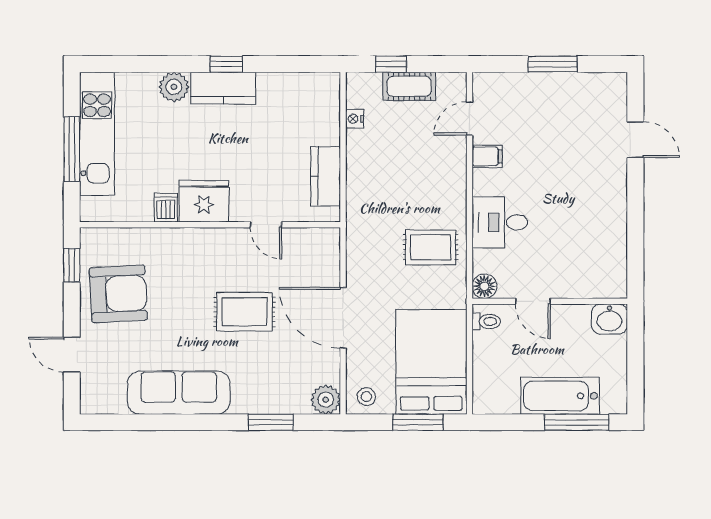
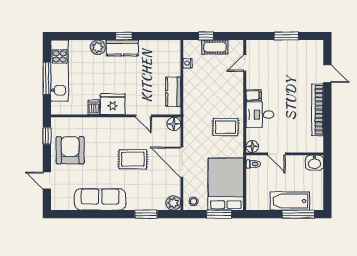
filing cabinet: (487, 156) -> (254, 95), moved
bookcase: (616, 212) -> (318, 110), added
floor lamp: (327, 241) -> (174, 124), added
armchair: (118, 294) -> (70, 150), turned -87

